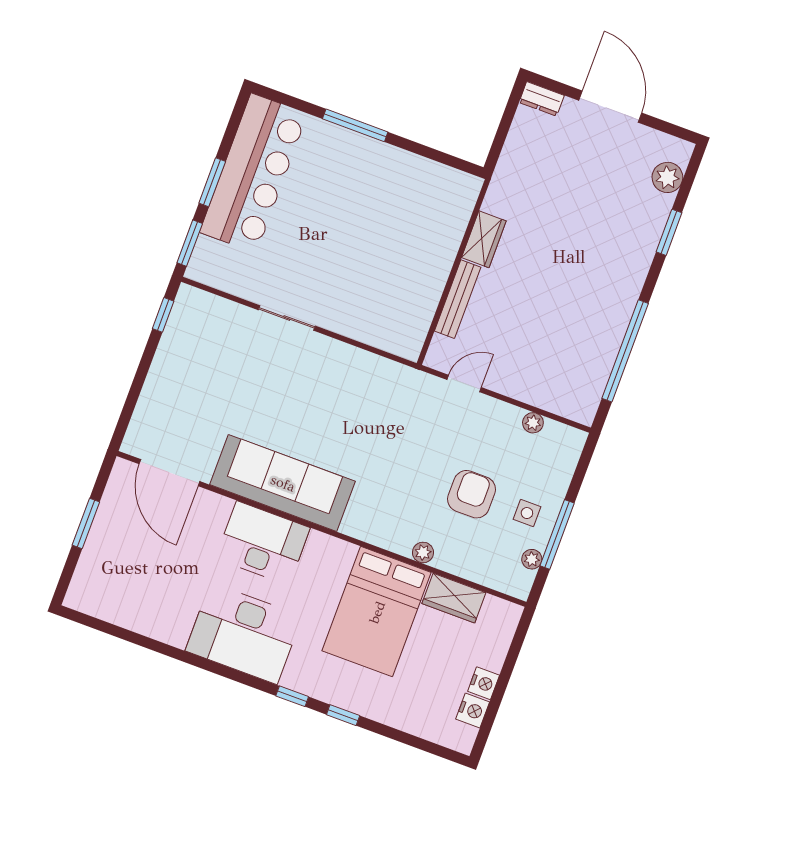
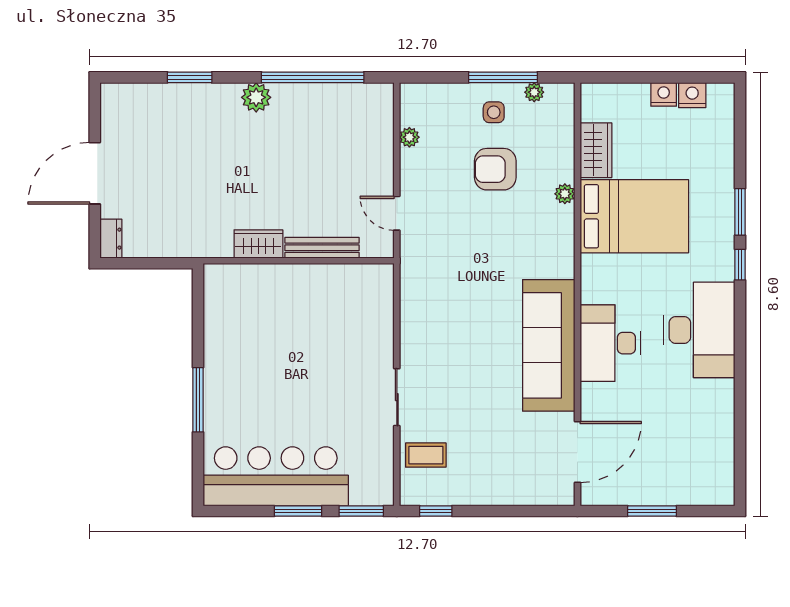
plant: (667, 177) -> (256, 97), moved
coffee table: (221, 325) -> (426, 455), added
window: (343, 715) -> (740, 212), width x1.50

